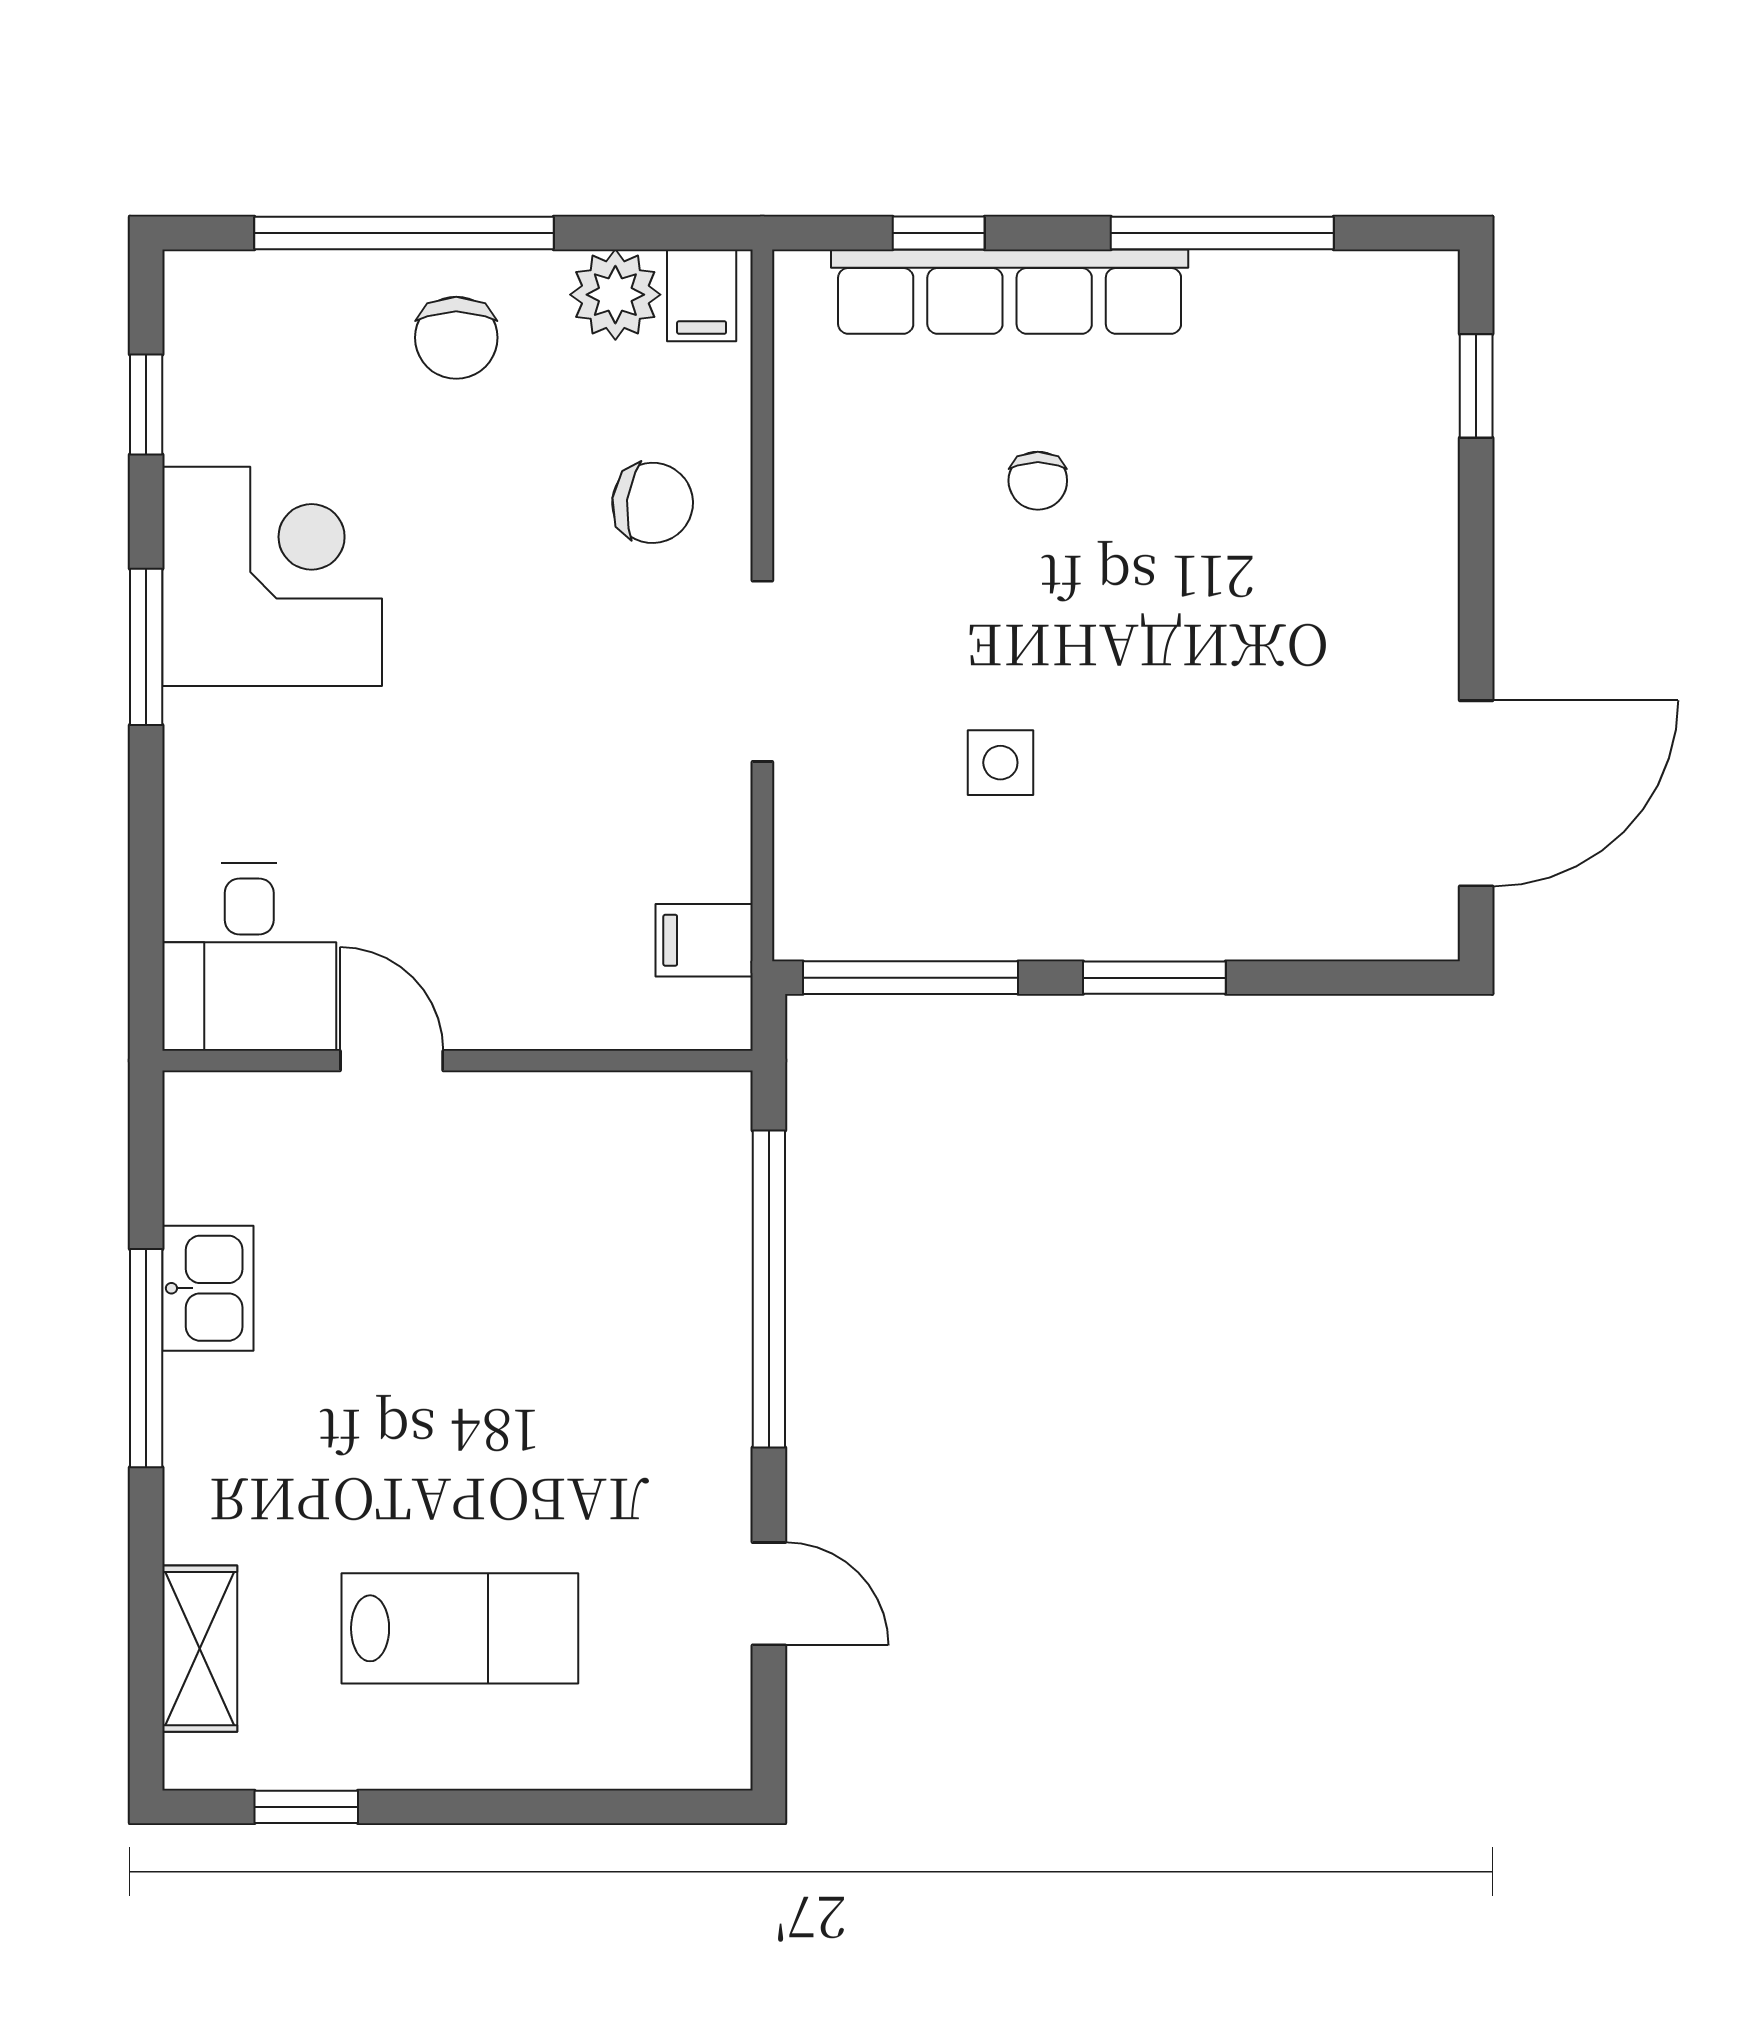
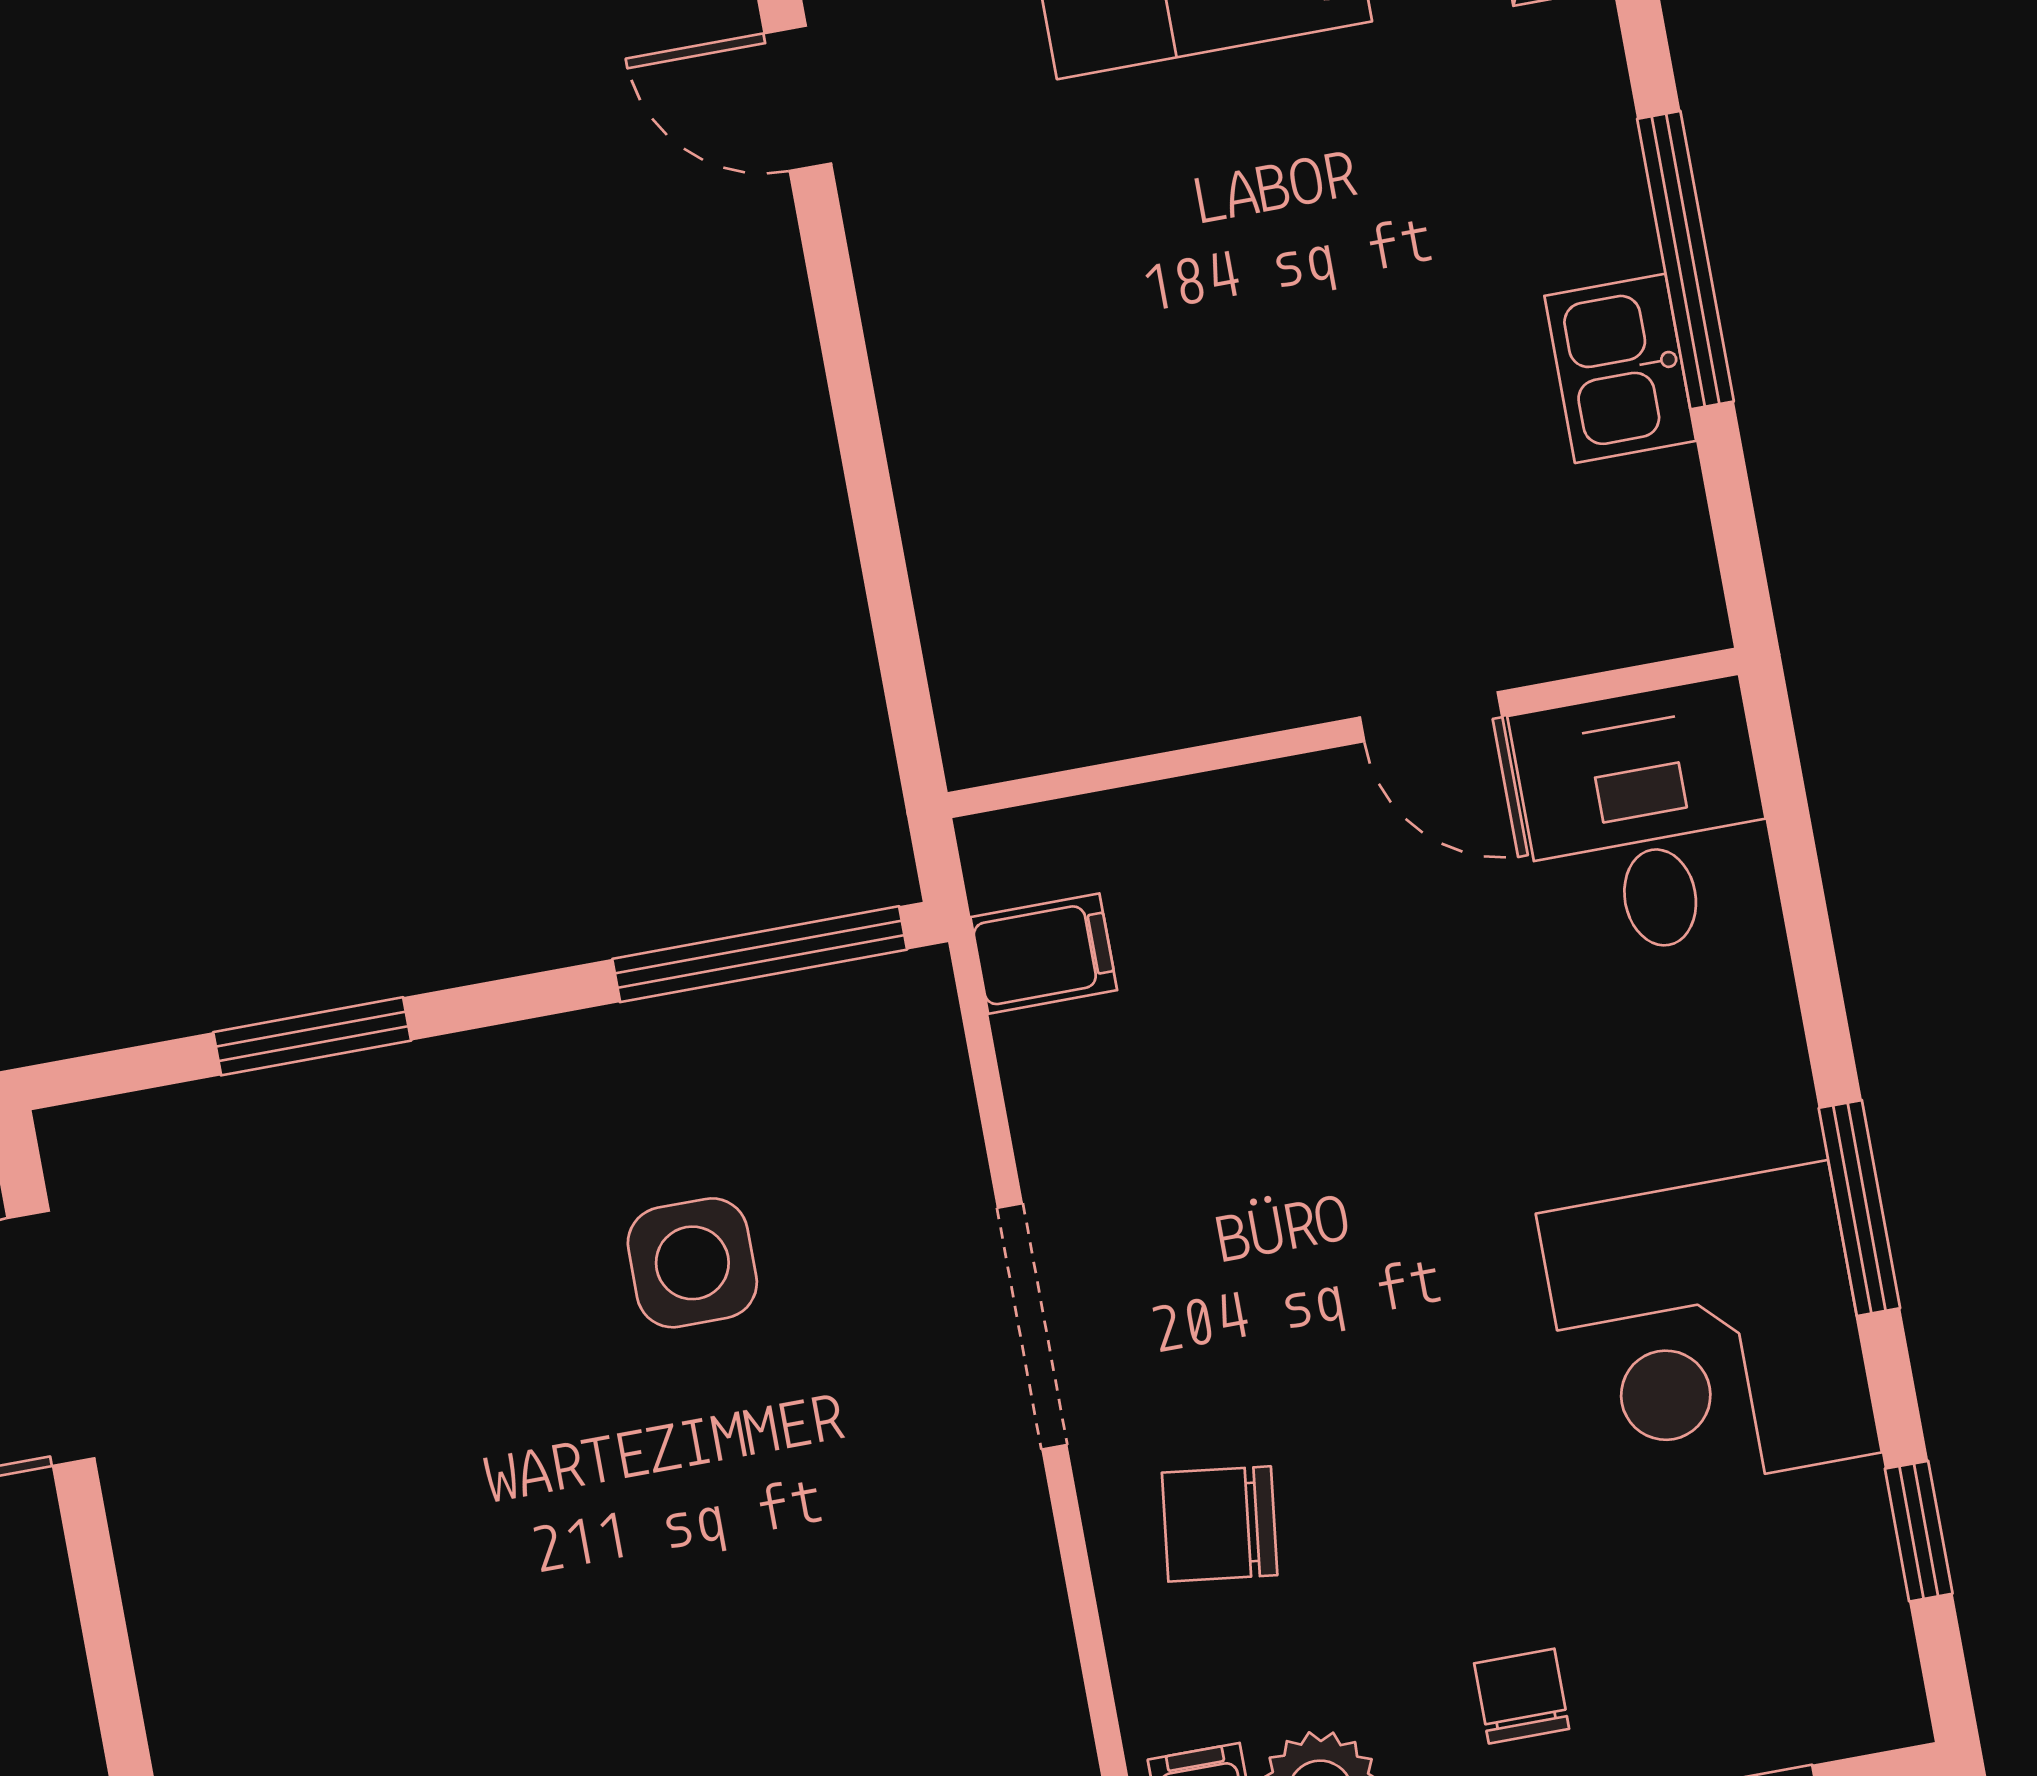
chair: (456, 338) -> (1522, 1696), width x0.73, depth x0.73
chair: (1038, 481) -> (712, 1648), removed
side table: (1000, 763) -> (692, 1263), width x1.37, depth x1.37
window: (1154, 978) -> (312, 1036), moved
window: (769, 1289) -> (872, 505), removed

